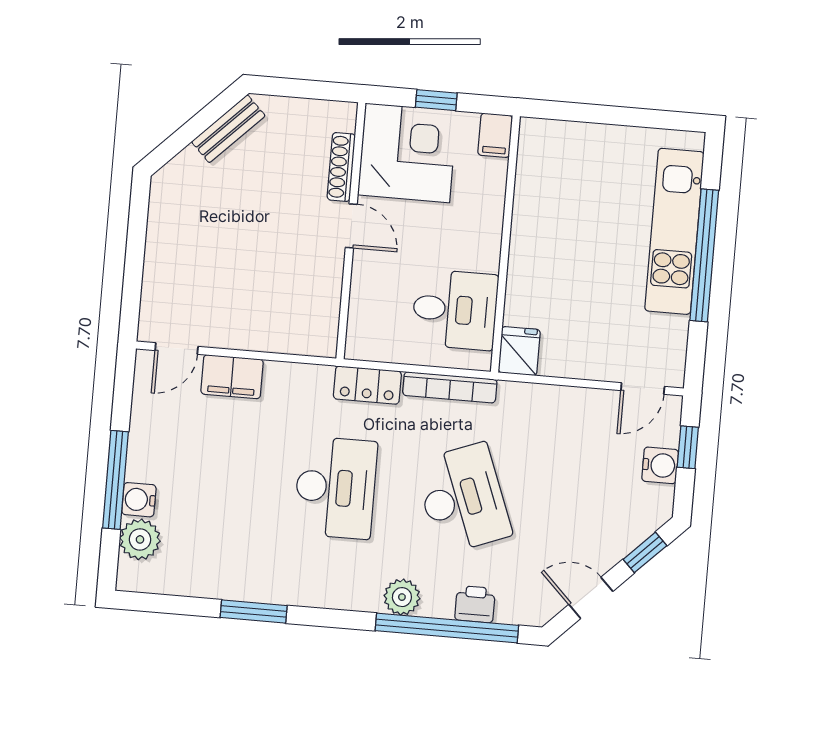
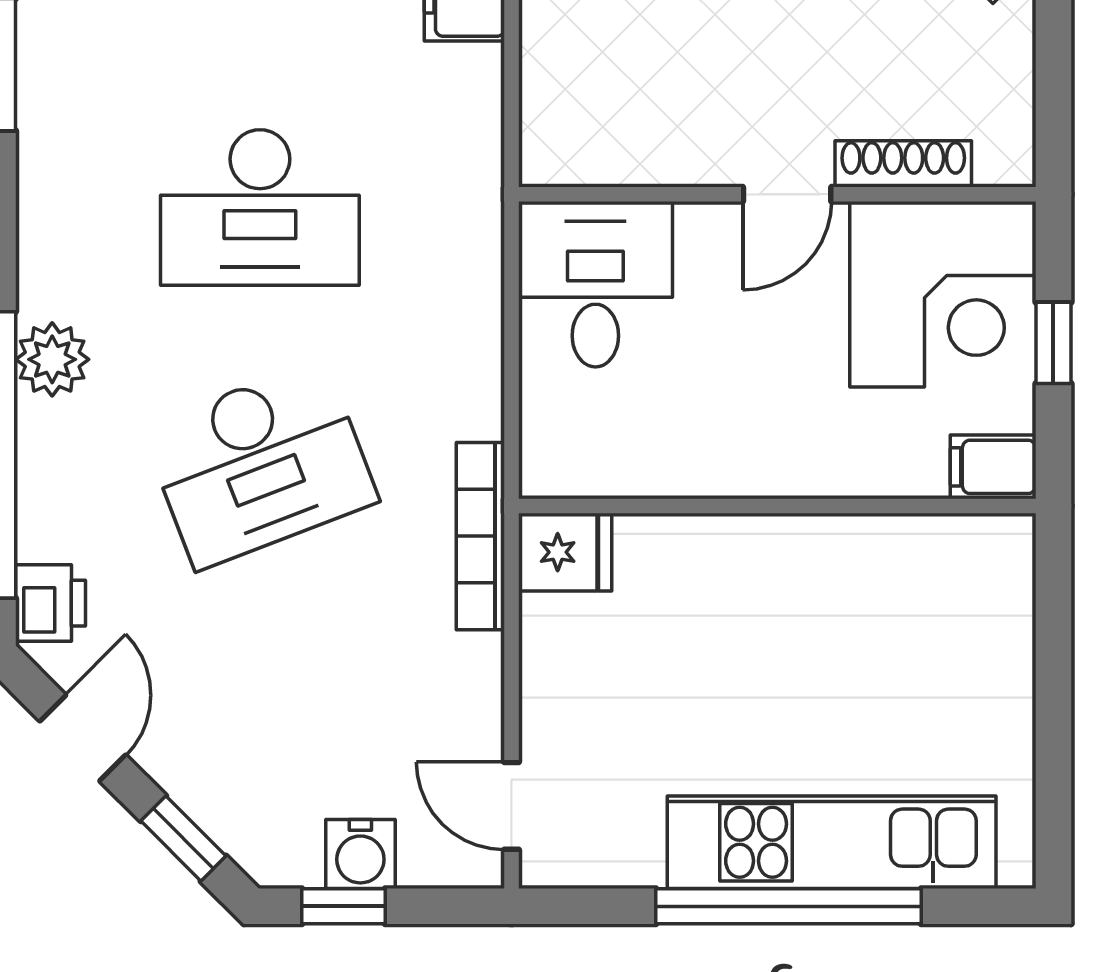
desk: (455, 310) -> (595, 284), moved, turned 180
locker: (367, 385) -> (471, 254), removed
bookcase: (450, 387) -> (480, 536), moved
window: (688, 447) -> (344, 906), moved
printer: (475, 604) -> (50, 603), moved

